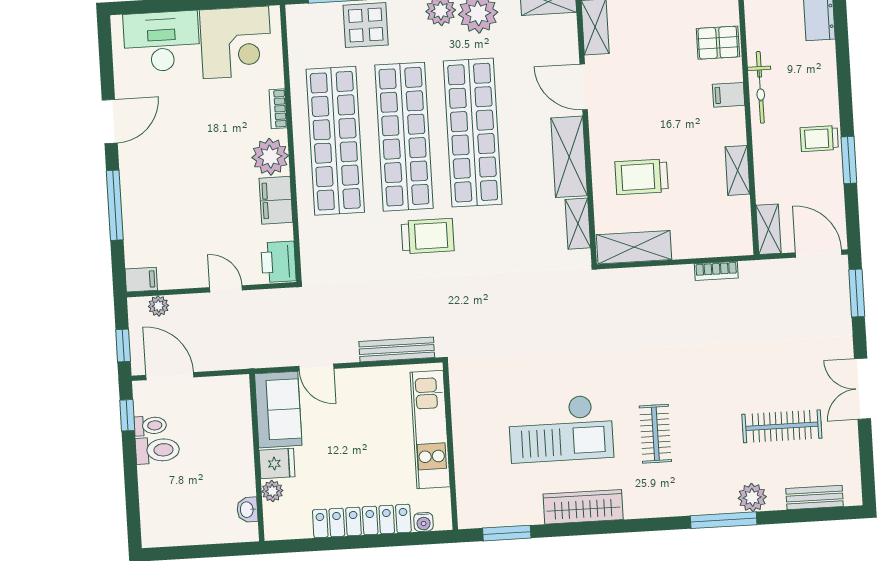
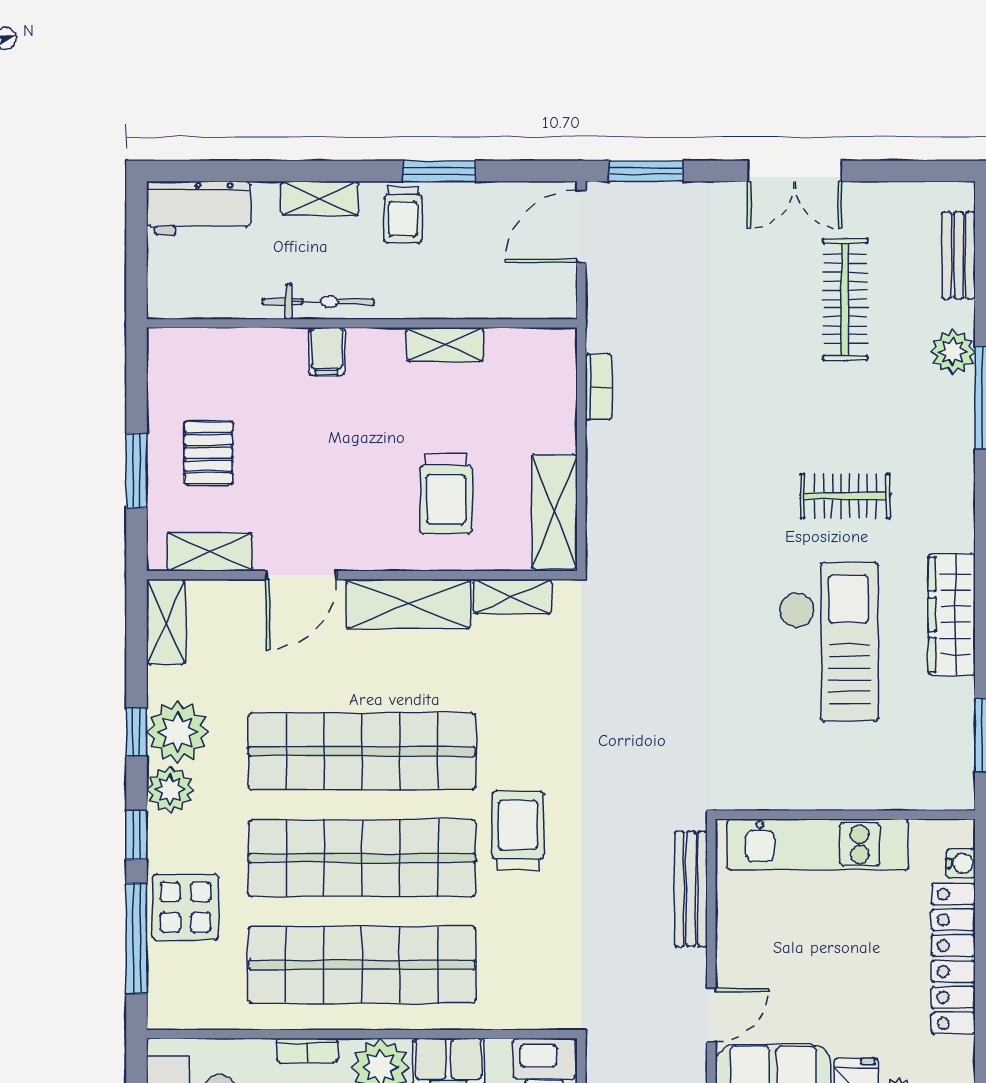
pallet: (718, 43) -> (208, 453), moved
shelving: (768, 229) -> (320, 198), moved

